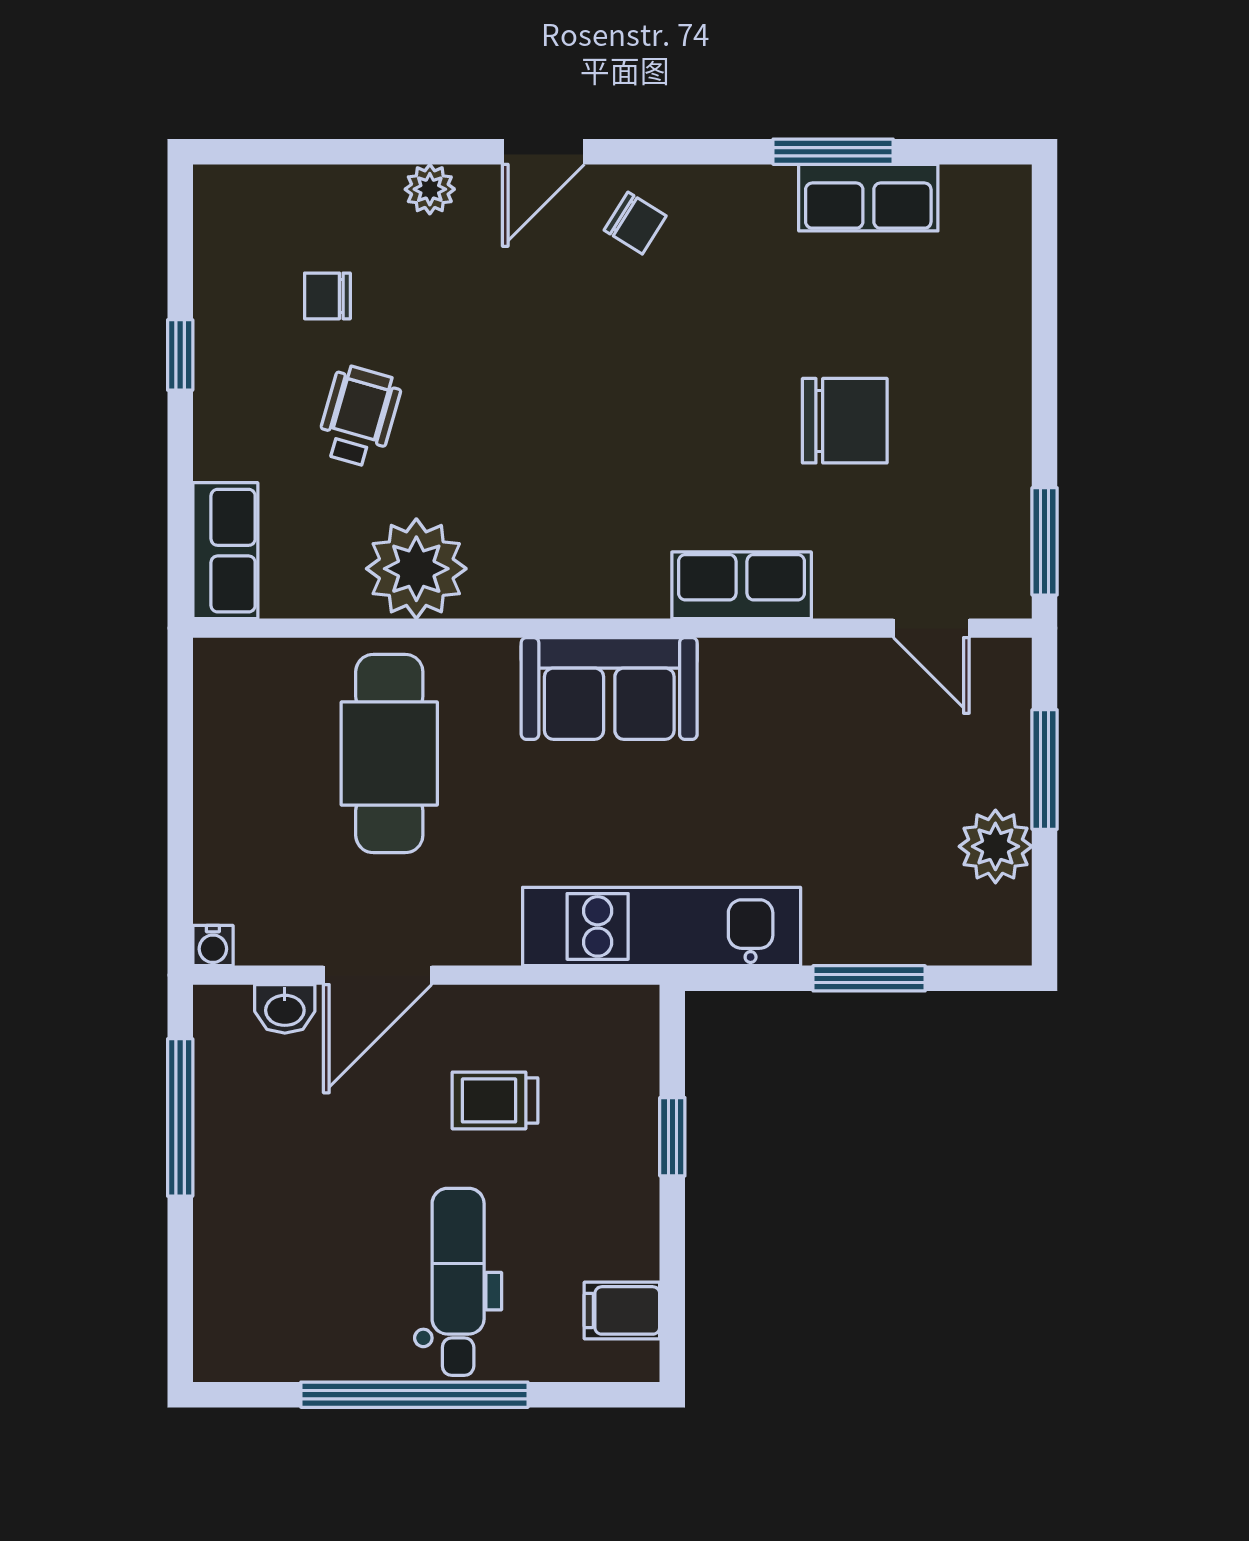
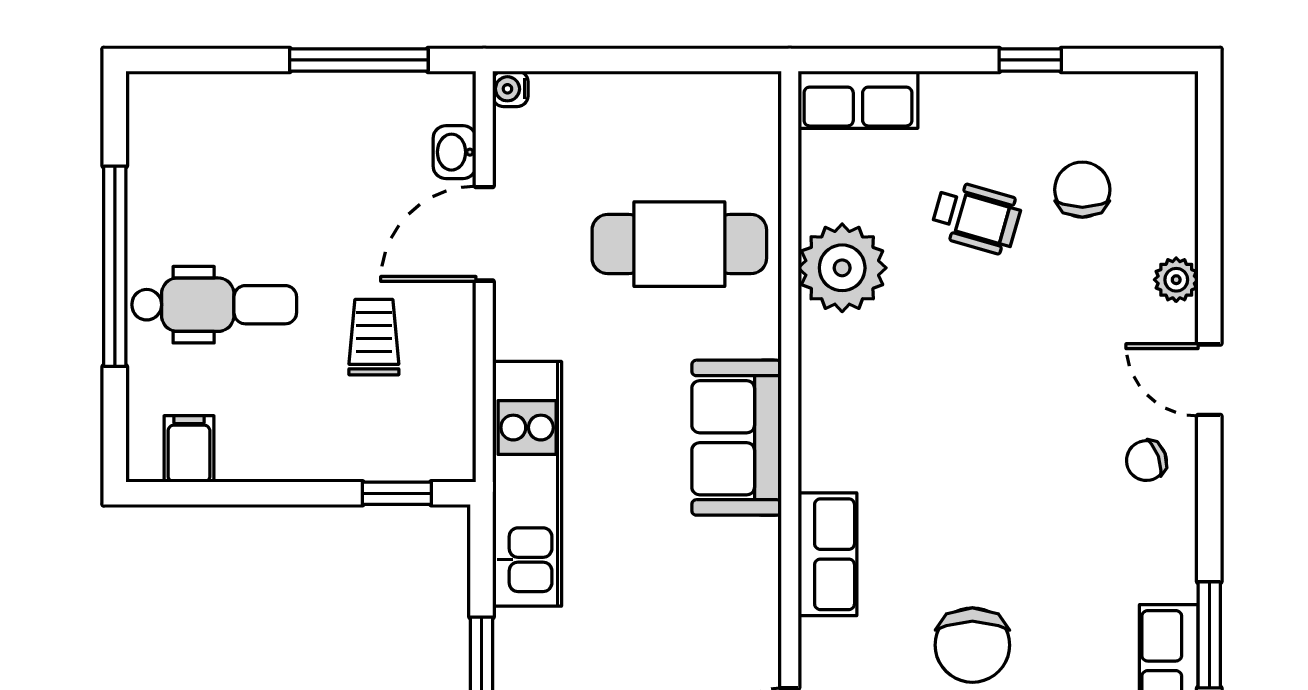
chair: (635, 223) -> (1146, 461), turned 38
chair: (327, 296) -> (1082, 190), width x1.37, depth x1.37
door: (378, 975) -> (484, 234), hinge flipped
window: (672, 1137) -> (397, 493), moved

